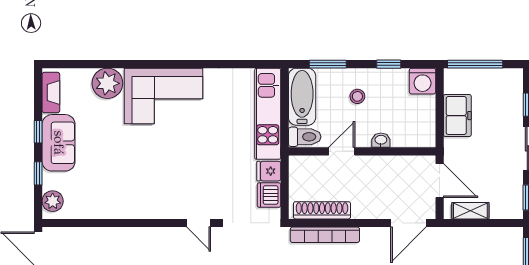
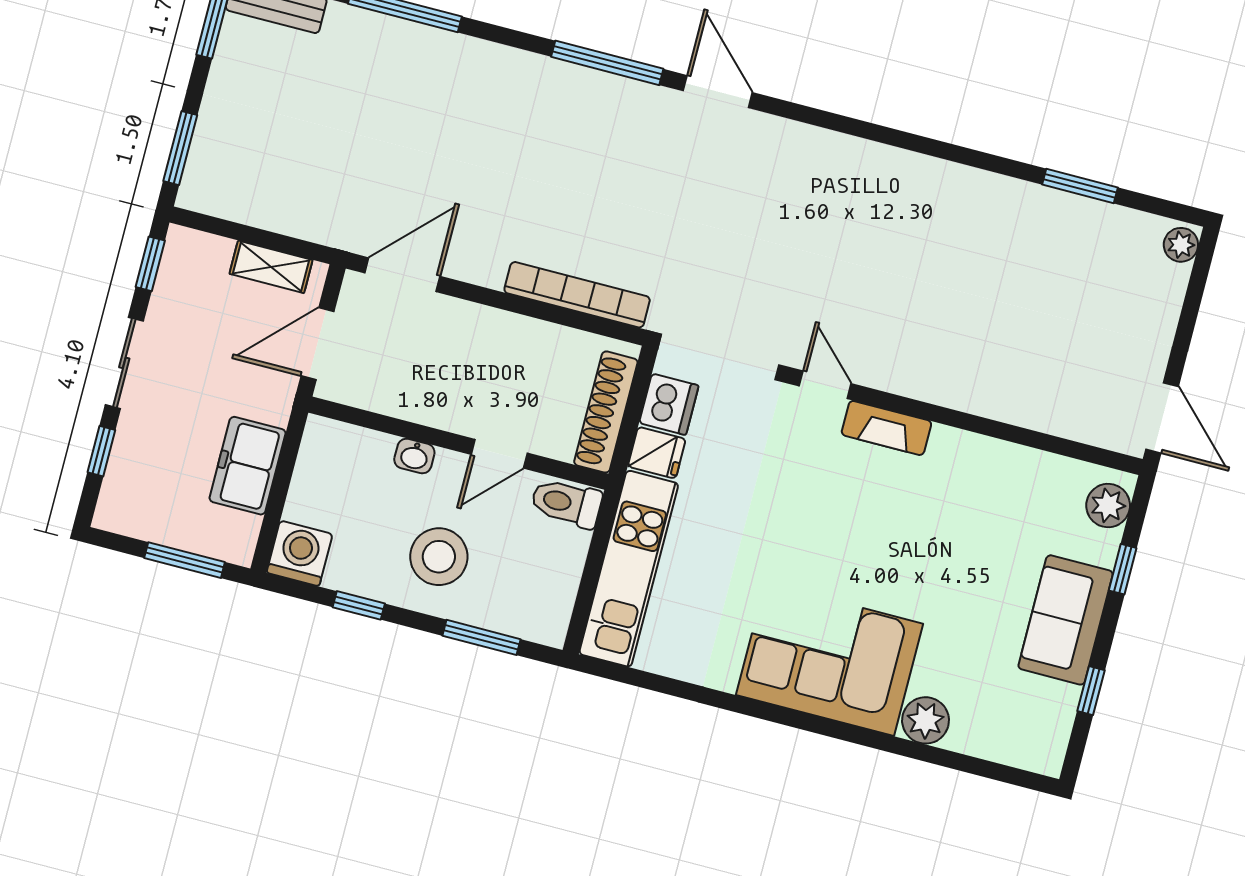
window: (475, 64) -> (185, 560), width x0.69
plant: (107, 83) -> (926, 720), width x0.73, depth x0.73
fireplace: (51, 93) -> (886, 428), moved, turned -90
stool: (357, 96) -> (439, 557), width x1.89, depth x1.89
bathtub: (302, 97) -> (551, 585), removed
window: (38, 132) -> (1091, 691), moved
door: (440, 181) -> (318, 344), hinge flipped
shoe rack: (322, 210) -> (606, 412), moved, turned 90

